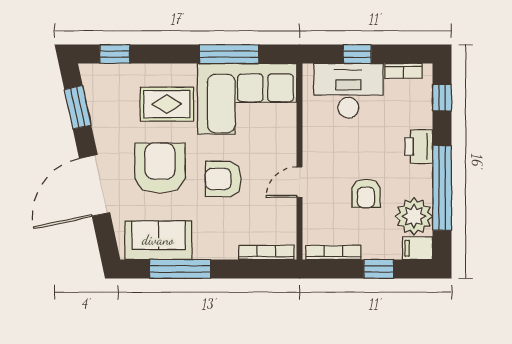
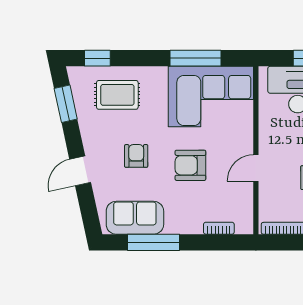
rug: (167, 104) -> (117, 95), moved
armchair: (160, 168) -> (136, 156), width x0.53, depth x0.53
door: (95, 185) -> (80, 171), width x0.53
bookcase: (266, 252) -> (219, 228), width x0.64

